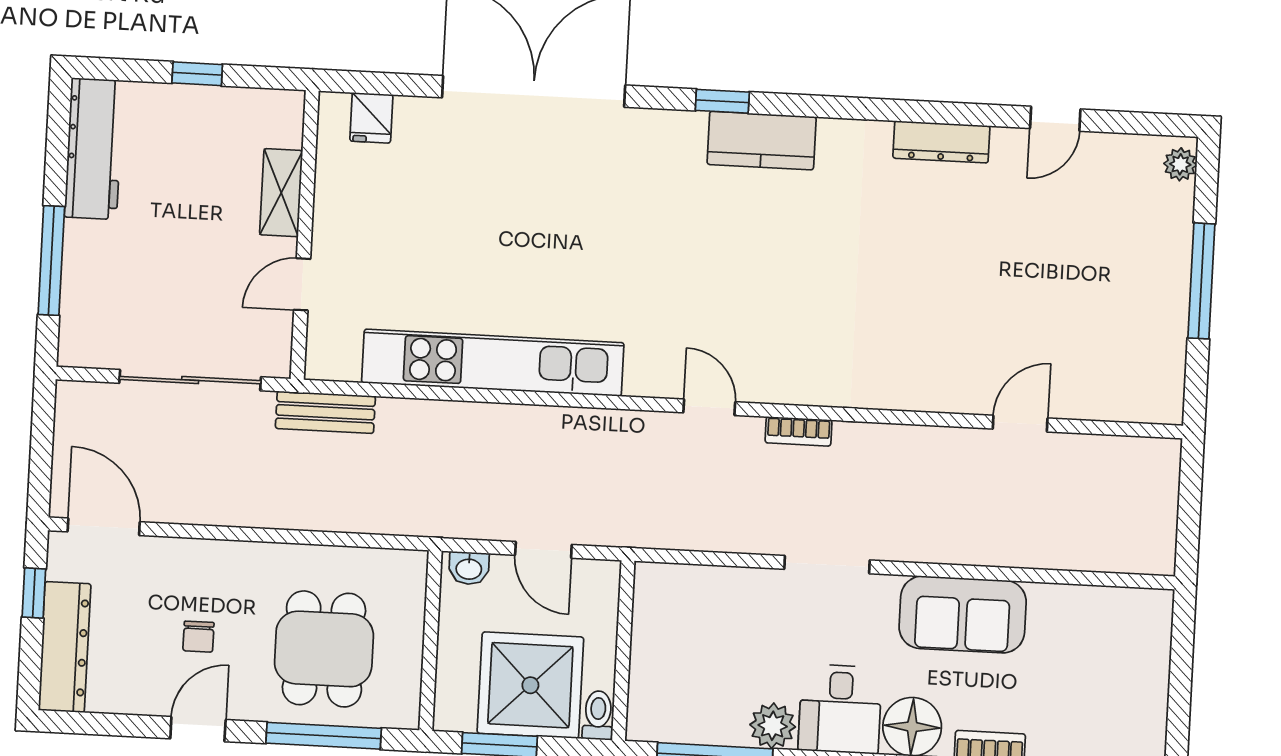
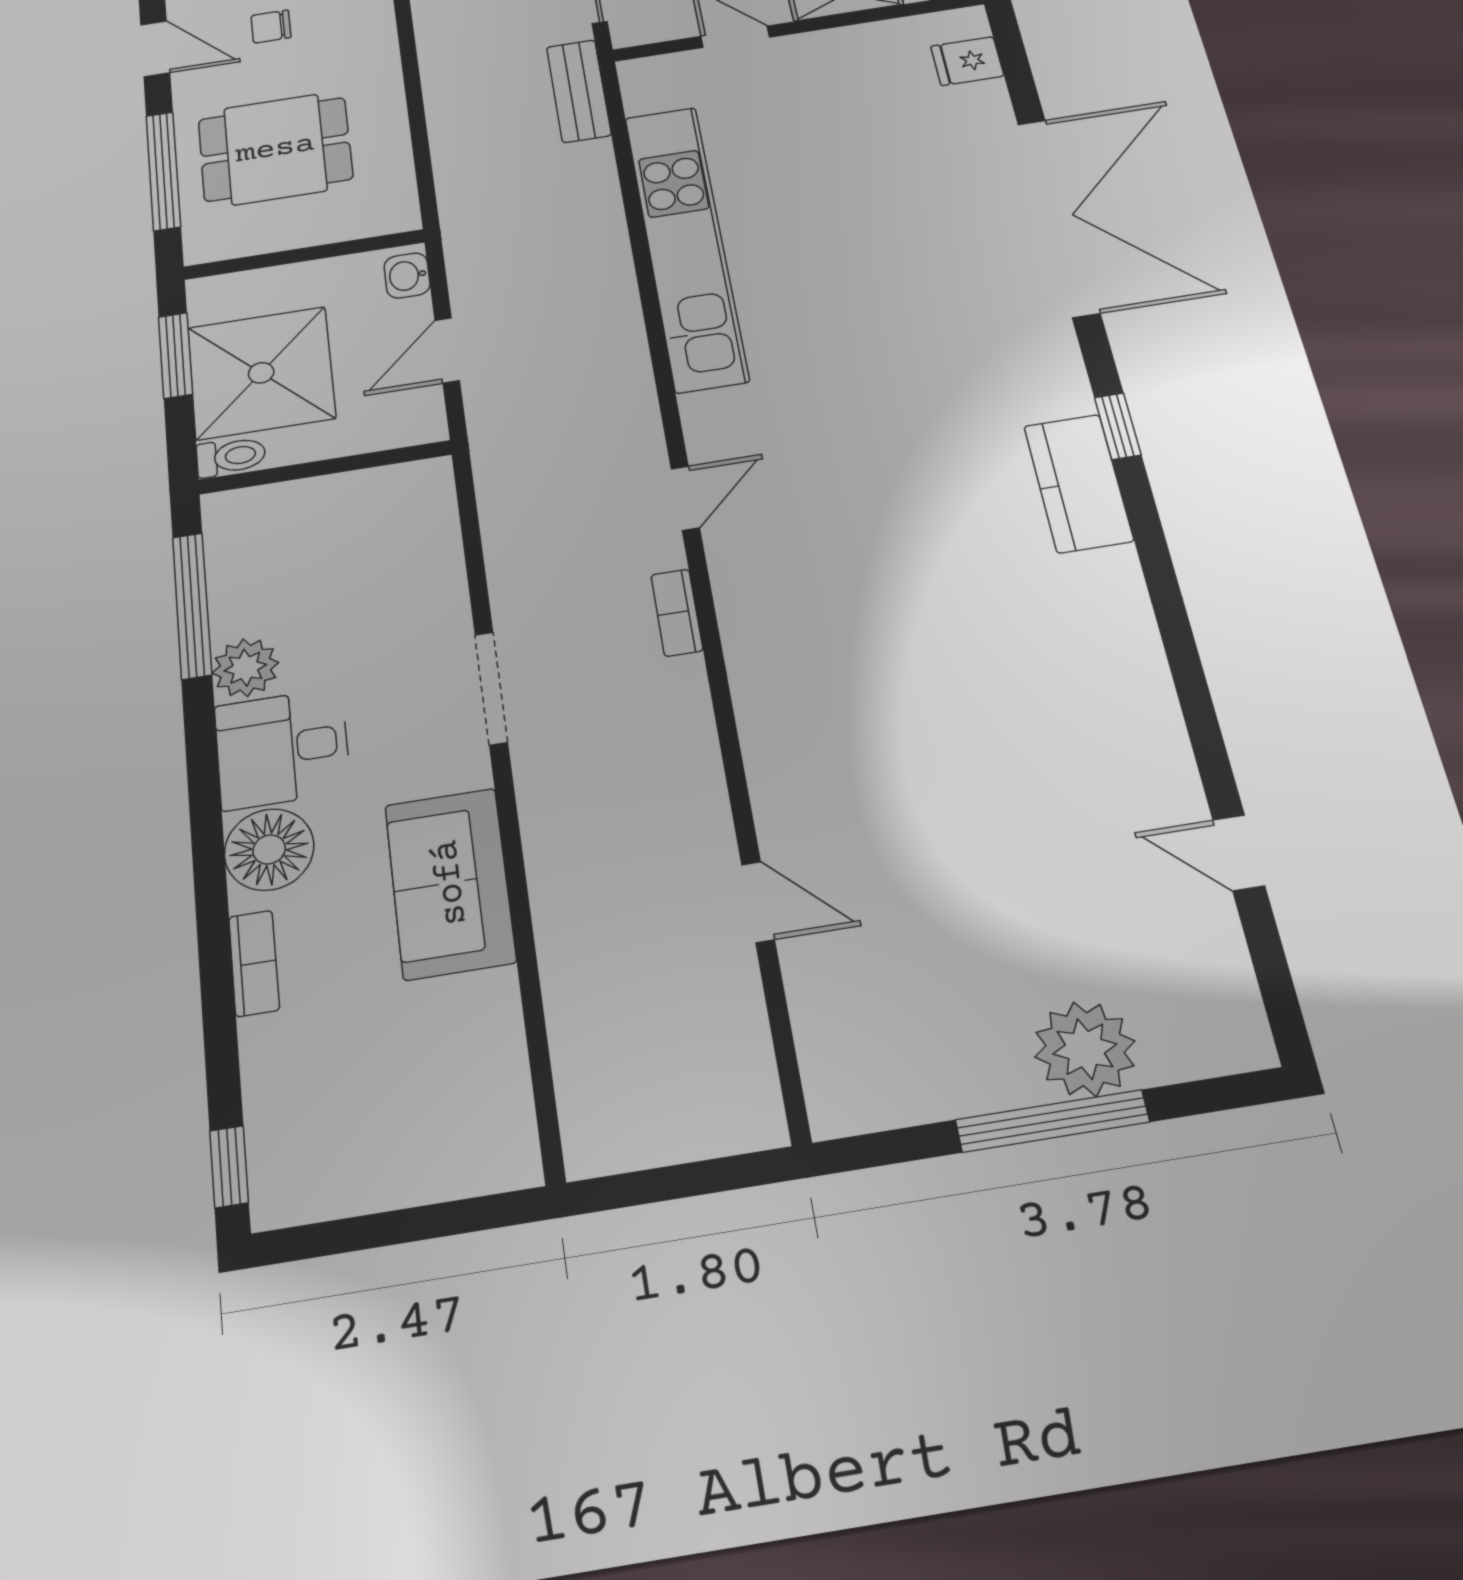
dresser: (941, 142) -> (1151, 707), removed
plant: (1180, 164) -> (1085, 1049), moved, width x1.87, depth x1.87

